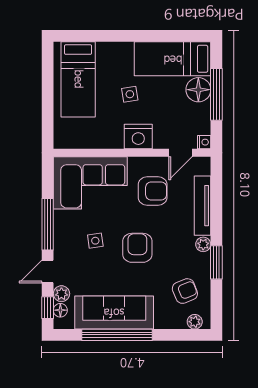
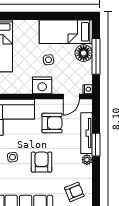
side table: (130, 94) -> (48, 60), moved
window: (216, 262) -> (96, 145), moved

